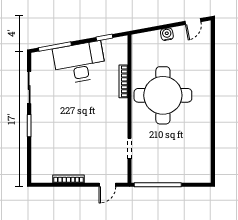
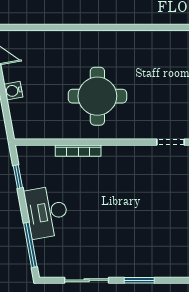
desk: (79, 63) -> (47, 212), width x0.73, depth x0.77
round table: (163, 95) -> (97, 96), width x0.73, depth x0.73

